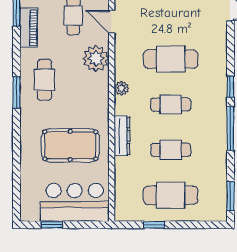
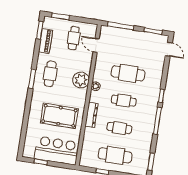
plant: (96, 58) -> (81, 80), moved

